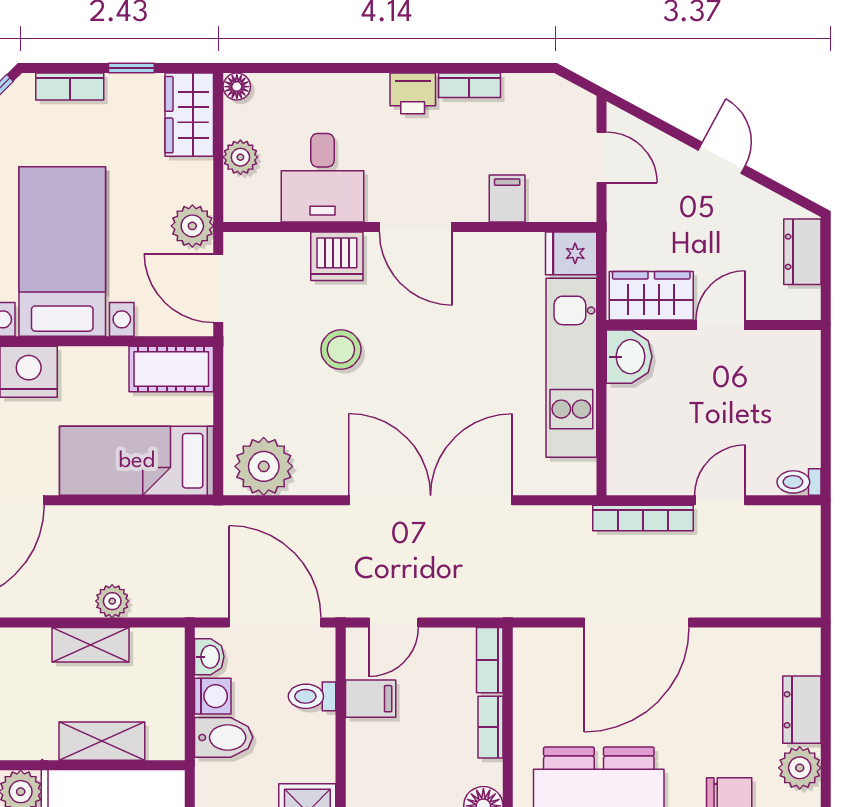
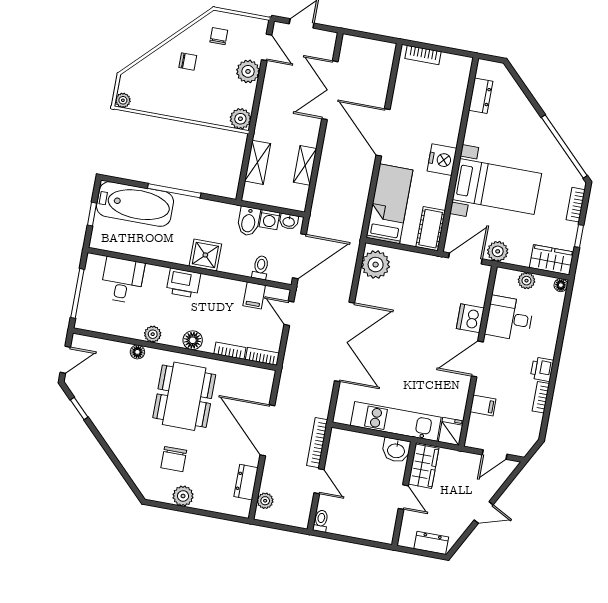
stool: (341, 350) -> (425, 312), removed
plant: (112, 601) -> (265, 501), moved
dresser: (802, 710) -> (246, 482), moved, turned -90

